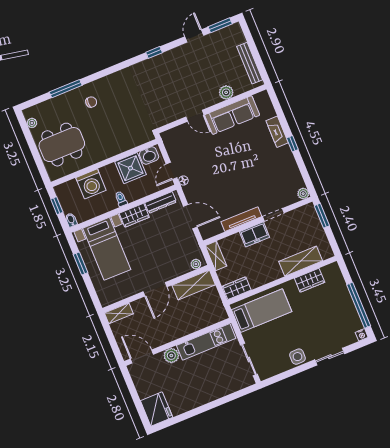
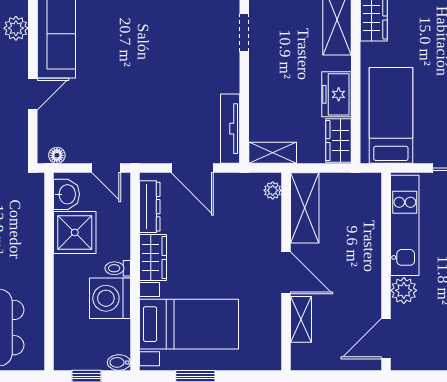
floor lamp: (183, 180) -> (57, 155), moved
washing machine: (91, 184) -> (110, 298), moved, turned 180
door: (190, 217) -> (192, 168), swing flipped
tv unit: (241, 219) -> (230, 129), moved
freezer: (254, 234) -> (336, 94), moved, turned 180
shelving: (119, 313) -> (301, 319), moved

